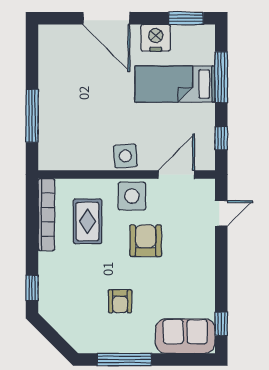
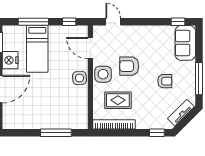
tv unit: (66, 329) -> (181, 113), added

